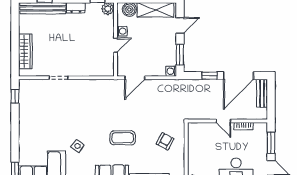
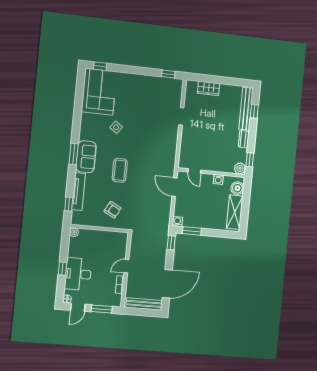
door: (180, 25) -> (218, 233), removed
door: (115, 45) -> (194, 171), moved
wardrobe: (25, 51) -> (209, 88), width x0.67
window: (210, 76) -> (171, 243), moved
door: (239, 76) -> (167, 284), swing flipped
bench: (262, 93) -> (144, 304), width x1.36

